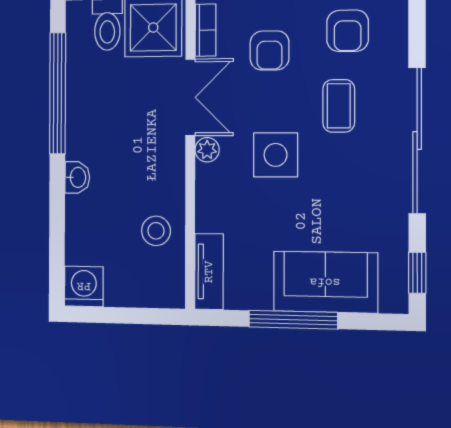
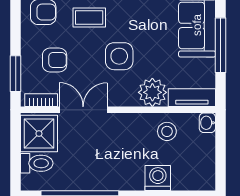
plant: (207, 150) -> (152, 92), moved, width x1.88, depth x1.88
washbasin: (77, 177) -> (207, 123), moved, turned -90
washing machine: (84, 286) -> (158, 178), moved, turned 90

